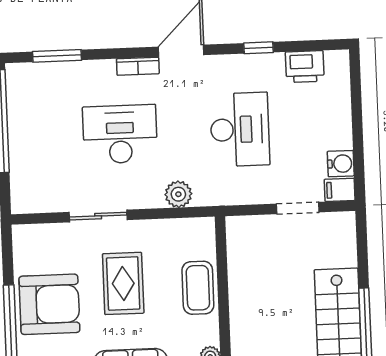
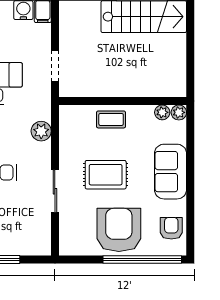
doorway: (298, 208) -> (55, 66), moved
coffee table: (198, 288) -> (111, 119), width x0.73, depth x0.77

